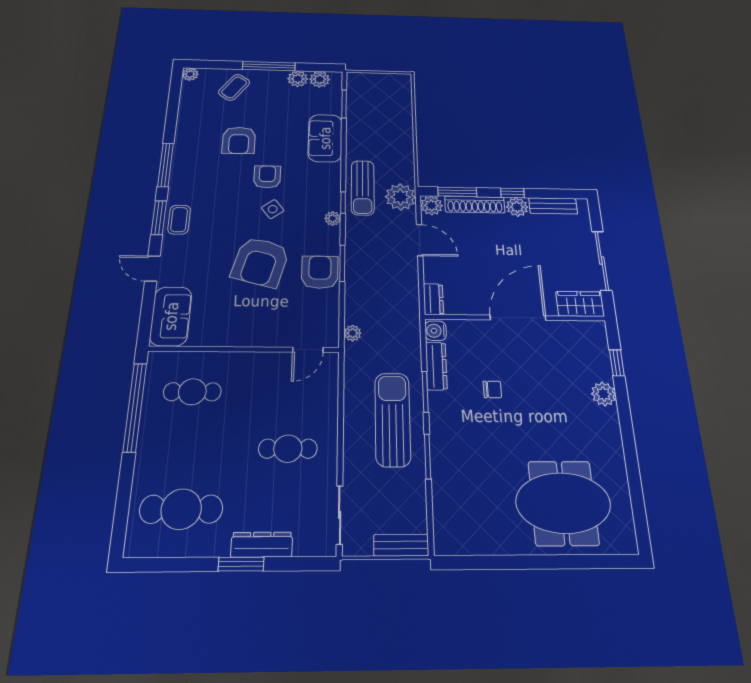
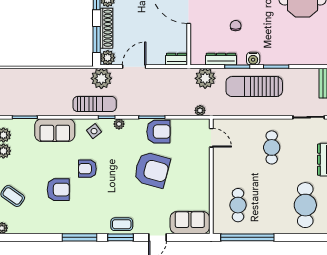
side table: (273, 209) -> (94, 131), moved
armchair: (320, 272) -> (158, 132), turned 180
water cooler: (436, 331) -> (253, 59), moved
plant: (404, 341) -> (205, 78), added

